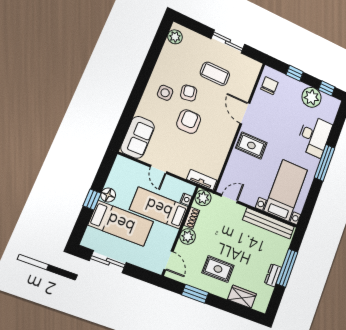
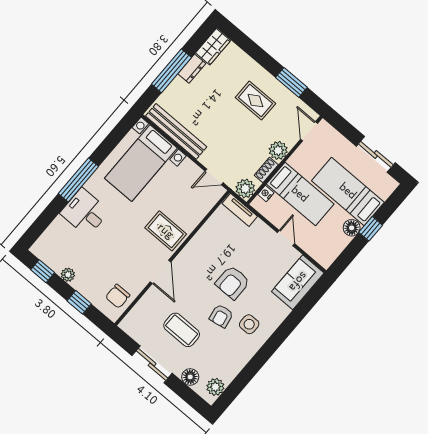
floor lamp: (197, 39) -> (190, 377), added
plant: (311, 97) -> (68, 275), width x0.53, depth x0.53
desk: (314, 136) -> (85, 212), width x0.73
wardrobe: (242, 297) -> (213, 47), moved, turned -90

